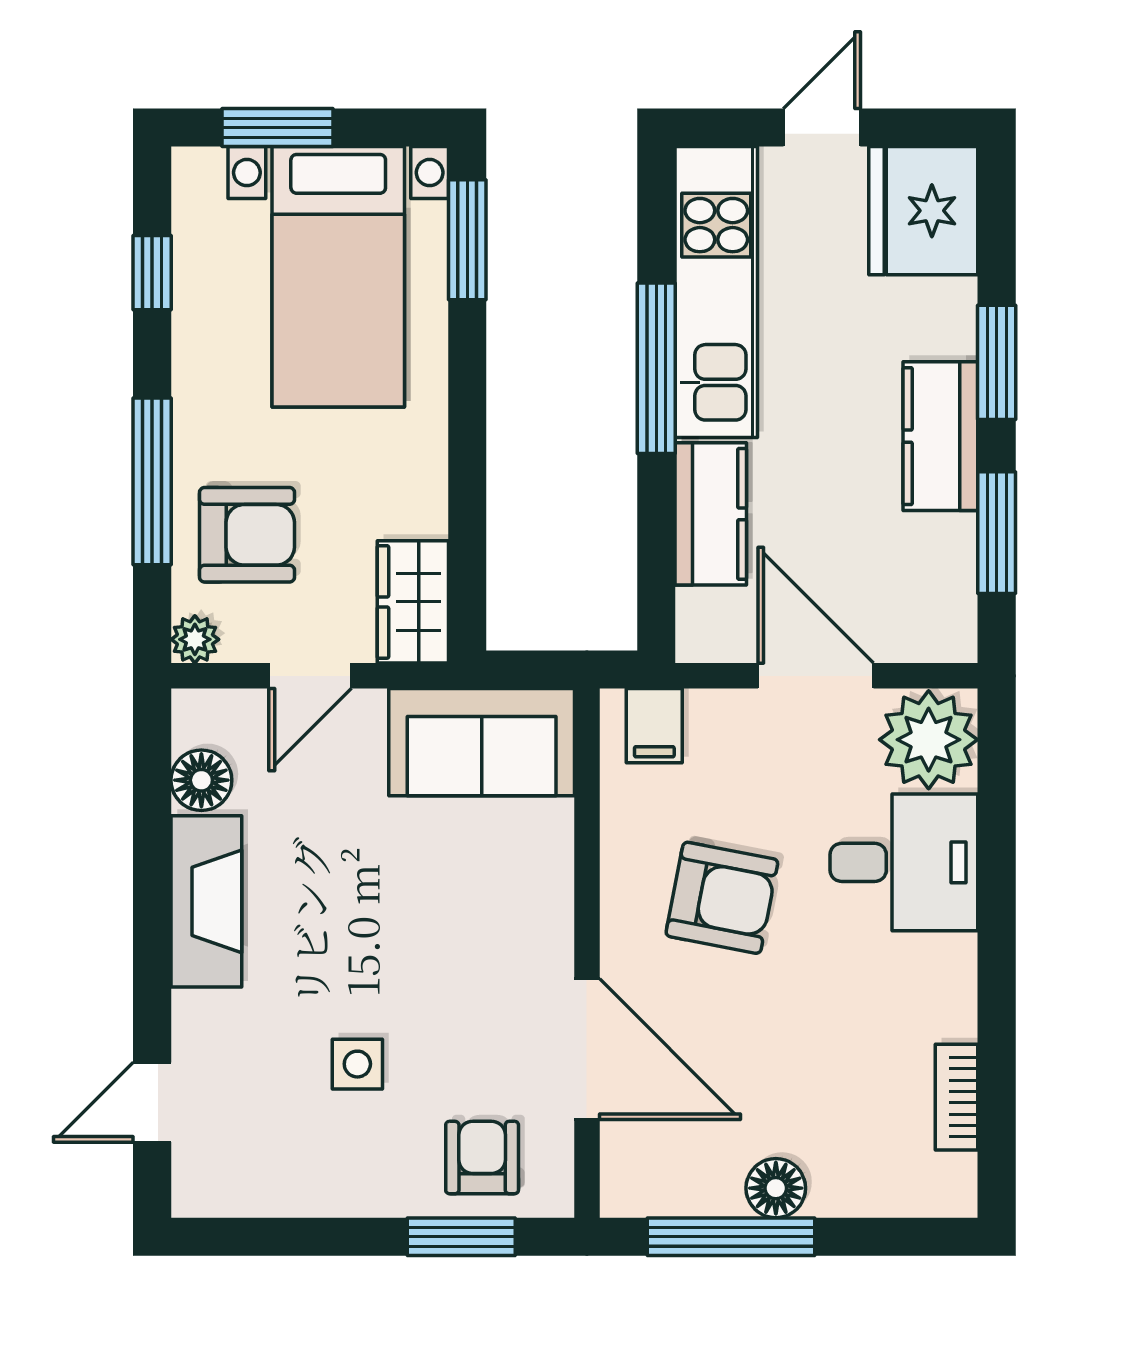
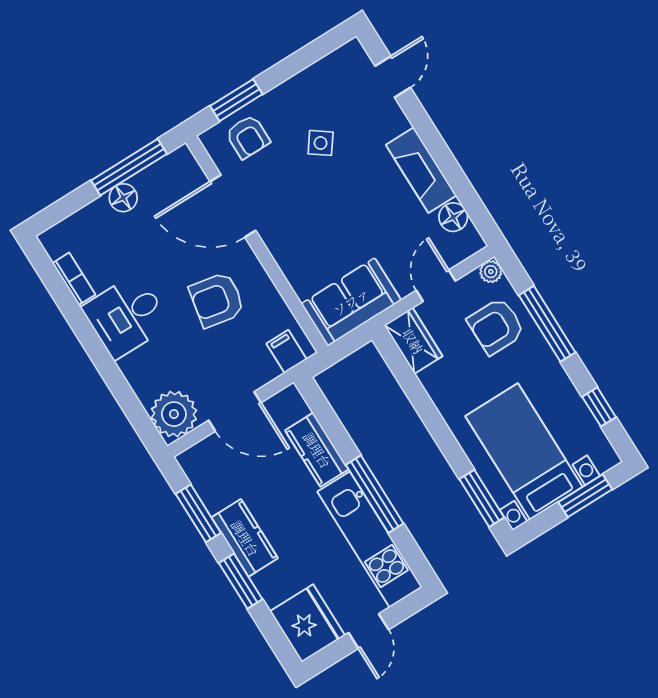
desk: (904, 862) -> (126, 316), moved
side table: (357, 1064) -> (321, 143), turned 36

